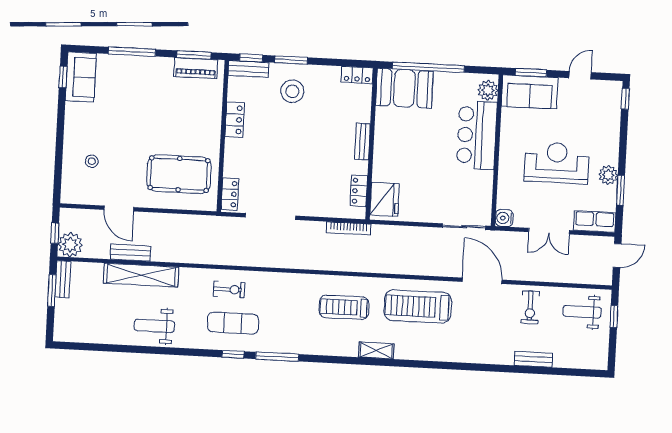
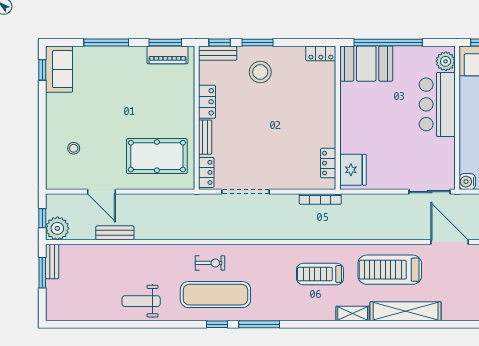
bench: (362, 141) -> (205, 137), moved
shelving: (141, 275) -> (406, 311), moved
exercise mat: (233, 323) -> (215, 295), width x1.36, depth x1.45

